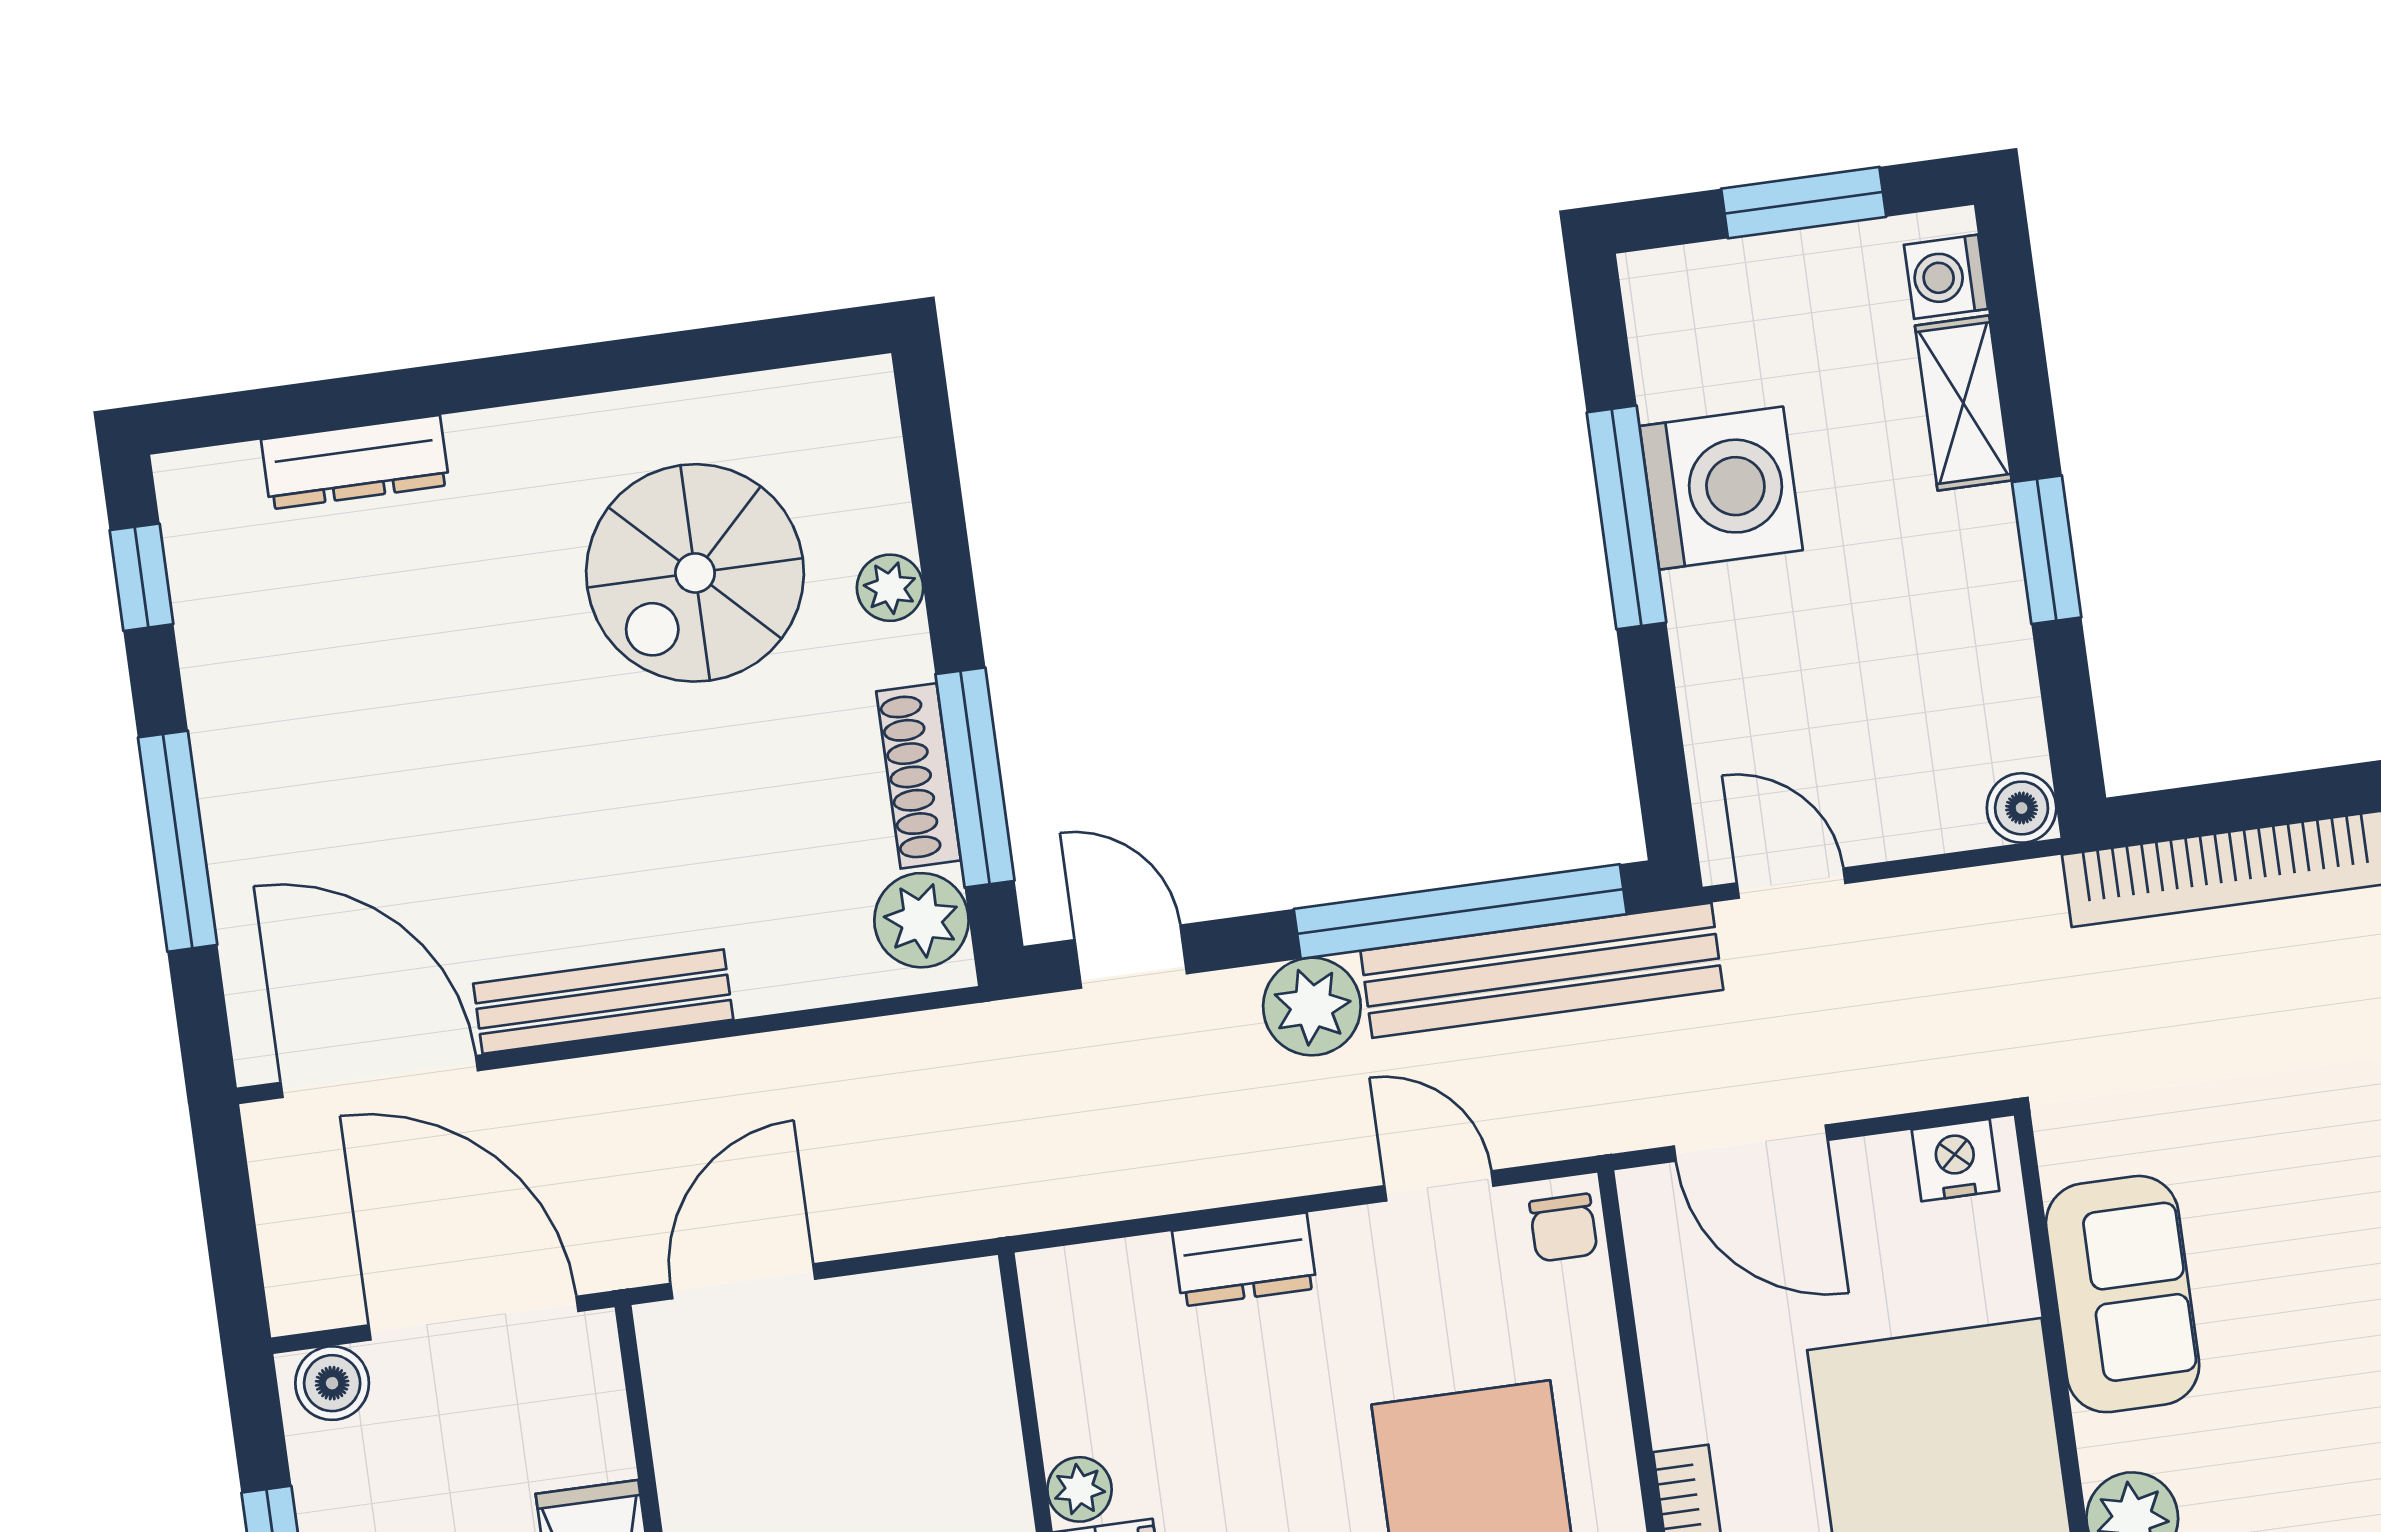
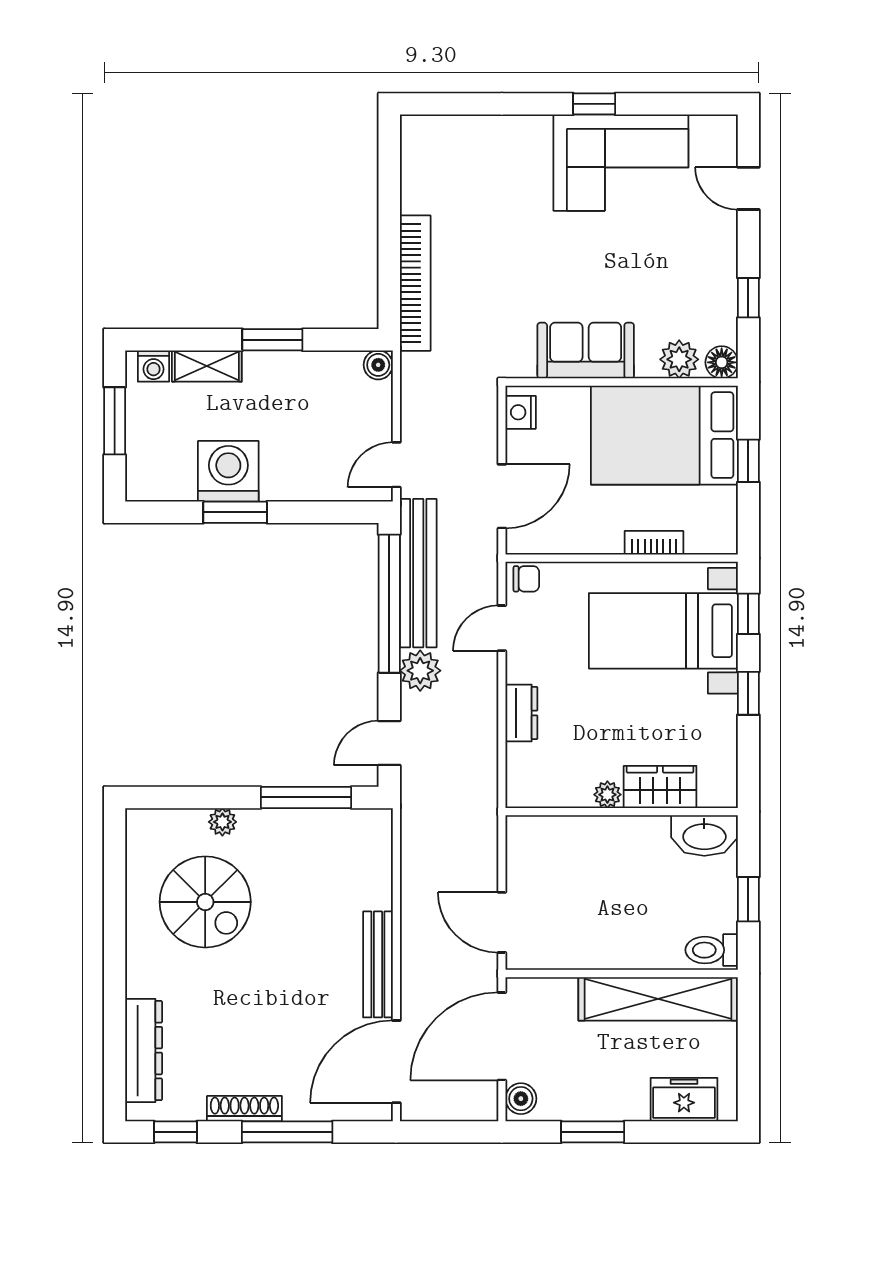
dresser: (355, 462) -> (144, 1051), width x1.37, depth x1.24
window: (1627, 517) -> (235, 512), width x0.69
shoe rack: (919, 776) -> (244, 1109), moved, turned 180
plant: (921, 920) -> (362, 828), removed

